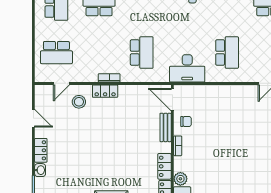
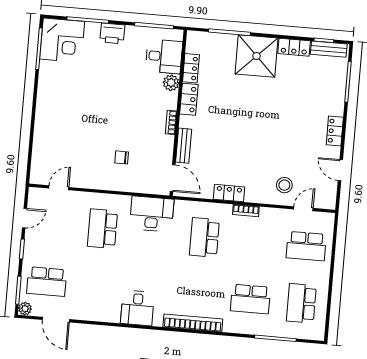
school desk: (56, 53) -> (306, 246), turned 180
locker: (105, 91) -> (229, 193), moved
chair: (186, 122) -> (122, 157), moved
washbasin: (40, 170) -> (338, 107), removed

